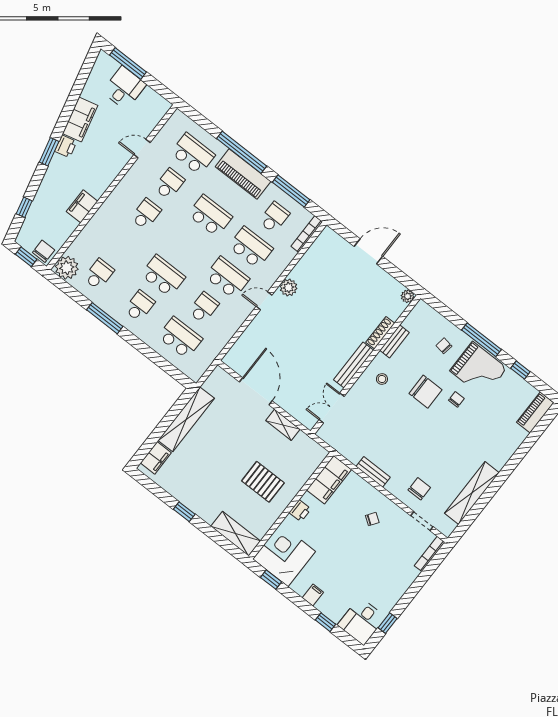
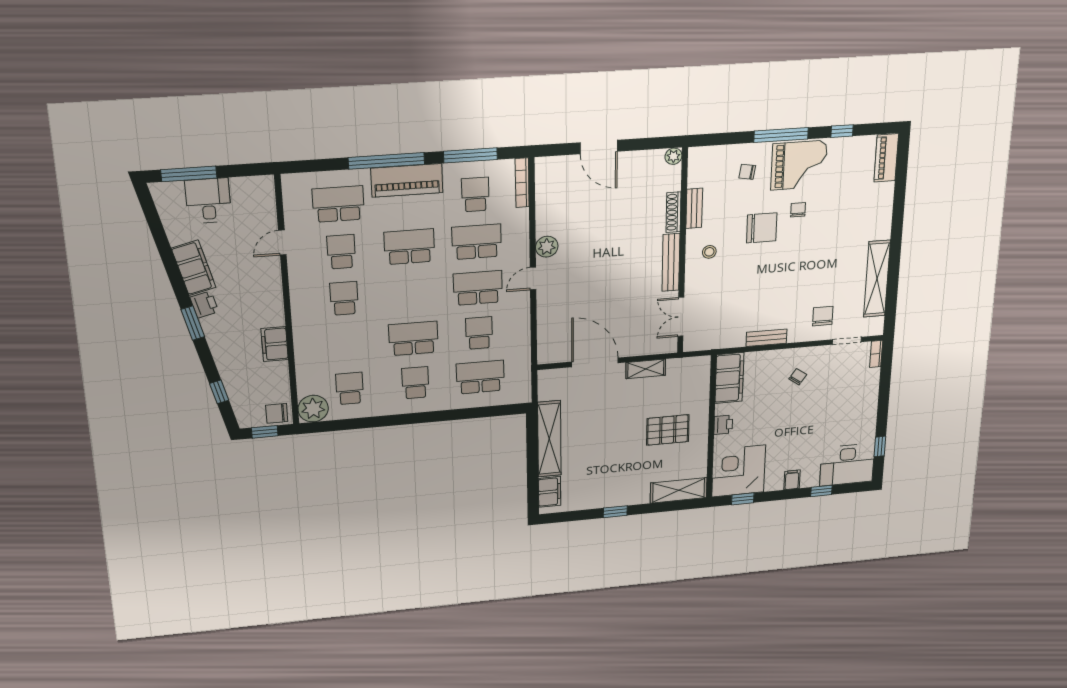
chair: (44, 251) -> (277, 413), turned -90
door: (368, 251) -> (599, 147), swing flipped
window: (105, 318) -> (392, 420), removed
bookcase: (430, 554) -> (876, 354), width x0.64
desk: (362, 621) -> (847, 465), width x1.37

